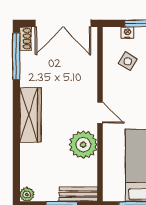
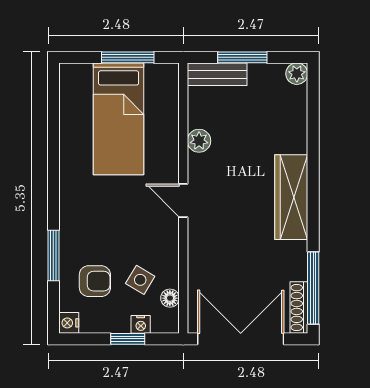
shoe rack: (25, 39) -> (299, 307), width x1.43
floor lamp: (109, 50) -> (170, 298), added
plant: (83, 145) -> (199, 141), width x0.53, depth x0.53

